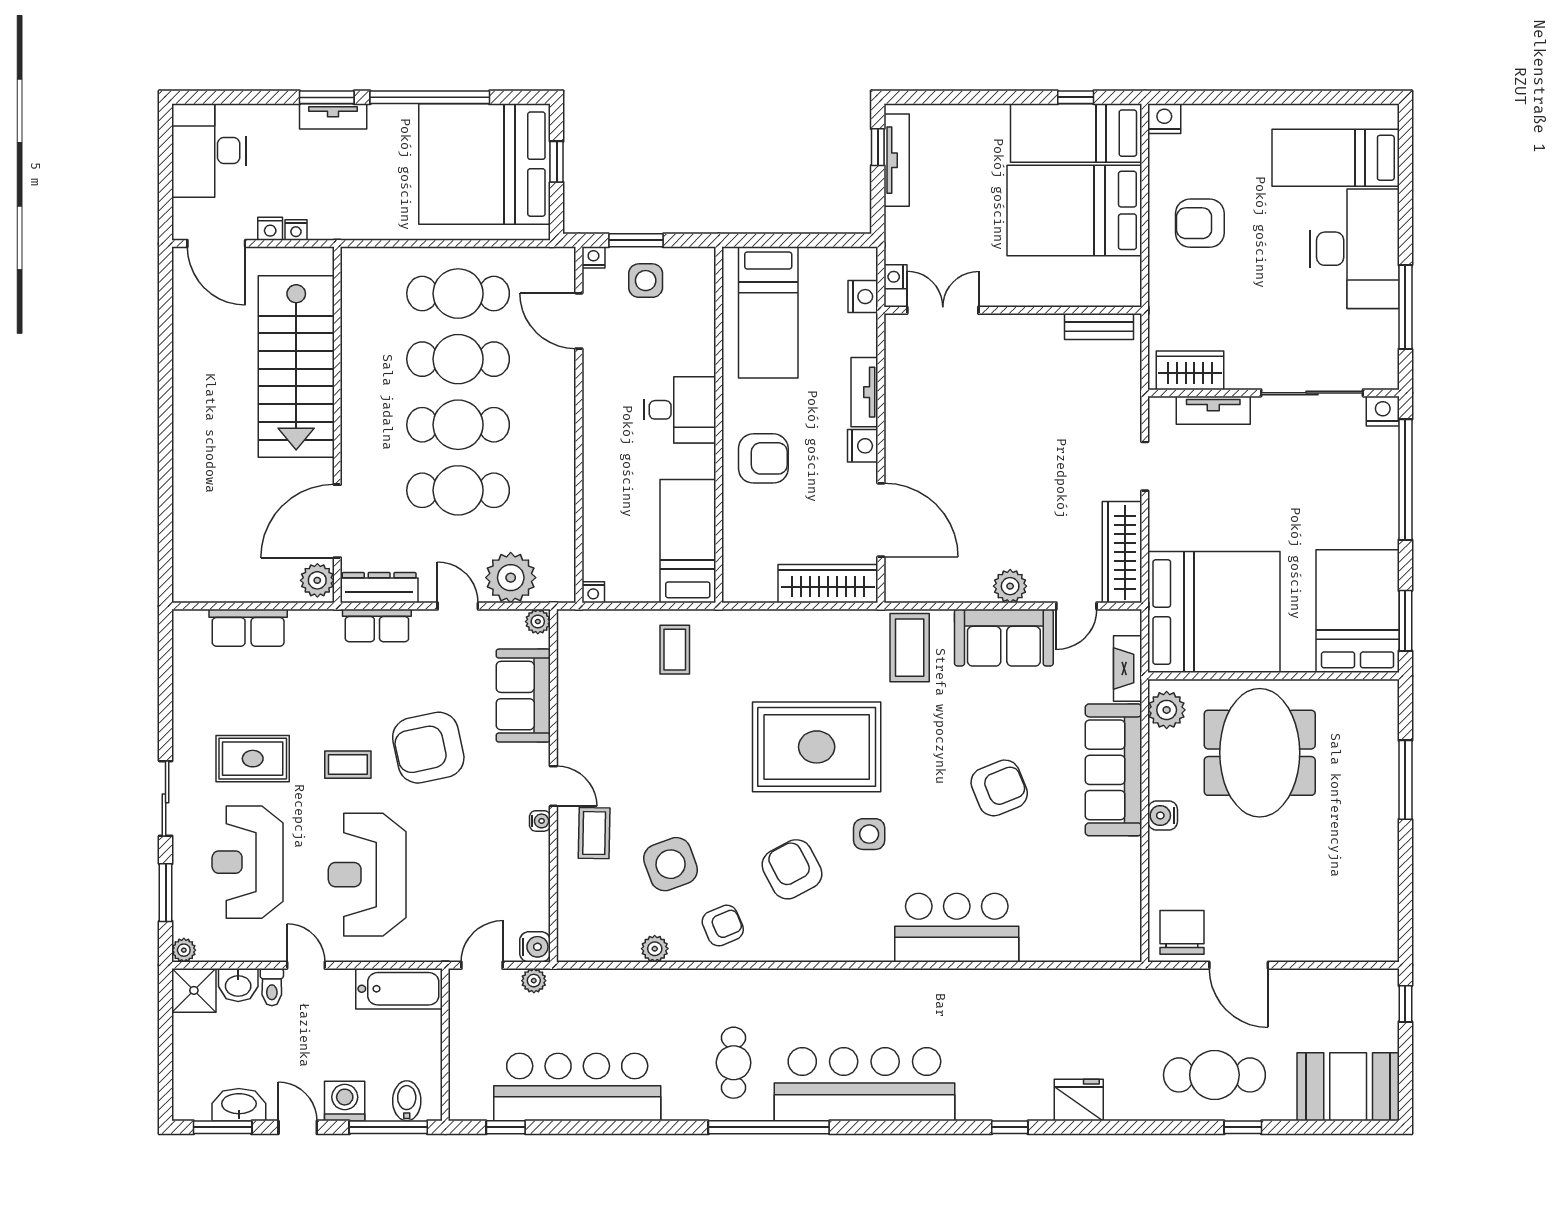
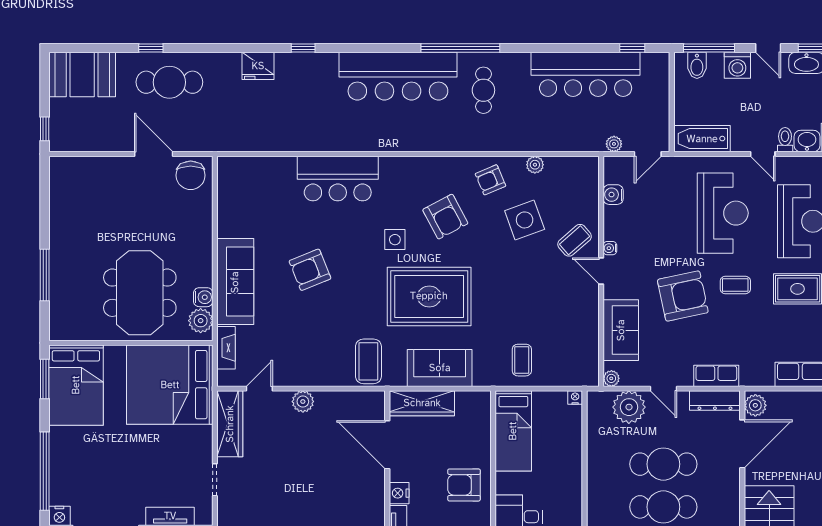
sofa: (1004, 638) -> (440, 368), moved
water cooler: (1163, 815) -> (203, 297), moved
coffee table: (594, 833) -> (575, 240), turned 48
water cooler: (535, 947) -> (613, 195), moved

